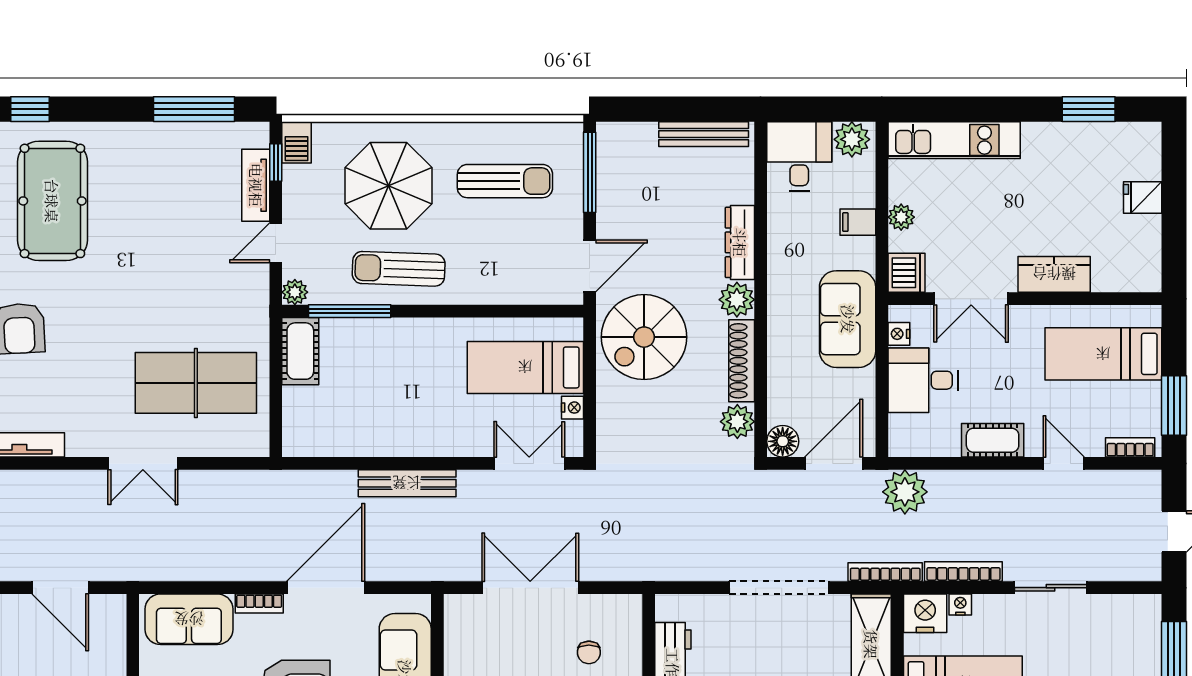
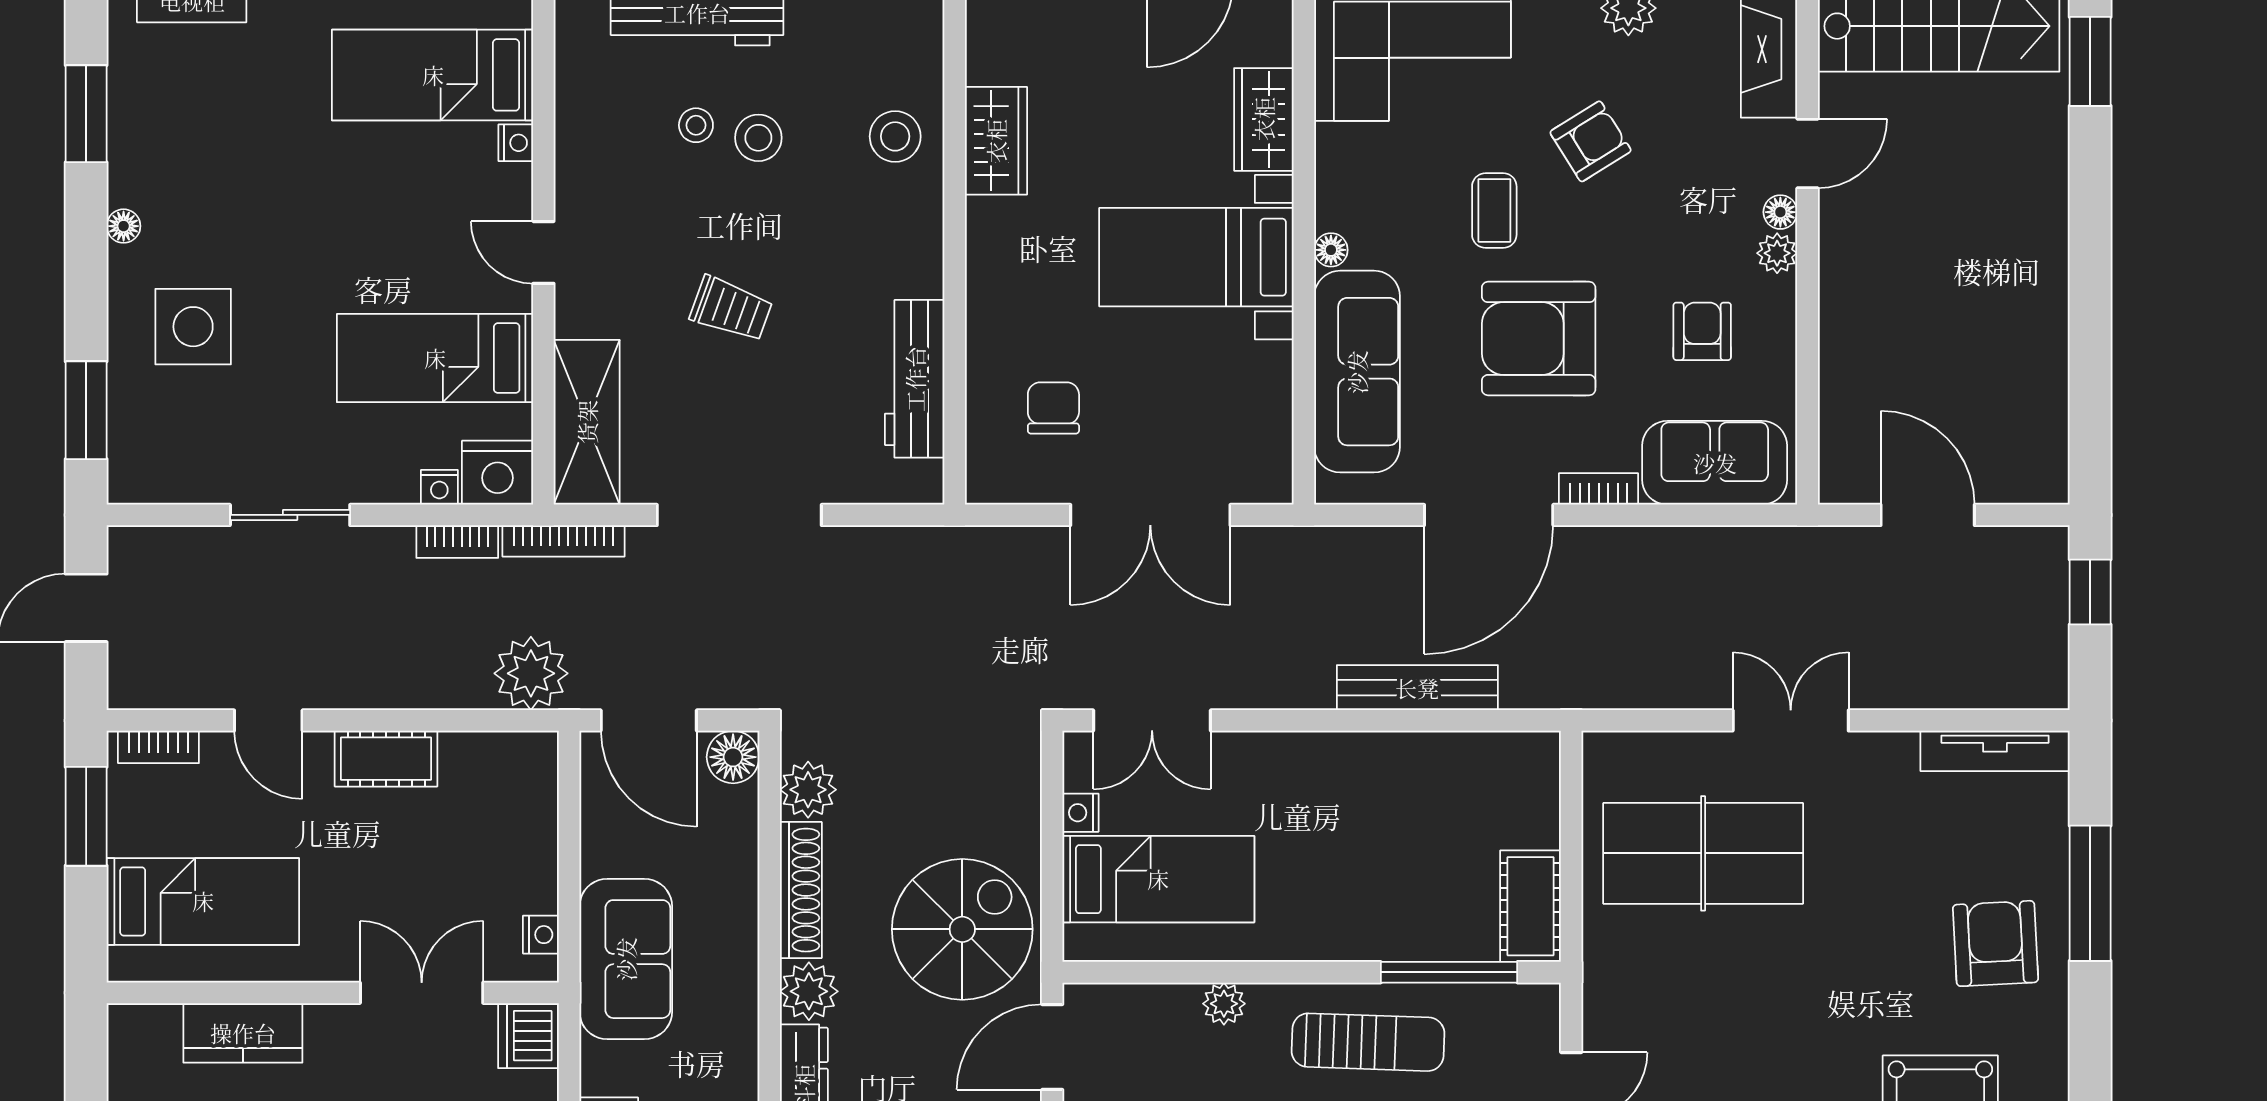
kitchen counter: (1054, 274) -> (243, 1033), moved
plant: (295, 292) -> (1224, 1004), moved
desk: (923, 380) -> (501, 858), removed
door: (834, 463) -> (649, 720), hinge flipped
bench: (407, 483) -> (1417, 688), moved
bookcase: (963, 572) -> (457, 542), width x0.64
chair: (589, 652) -> (1053, 408), width x1.37, depth x1.37

